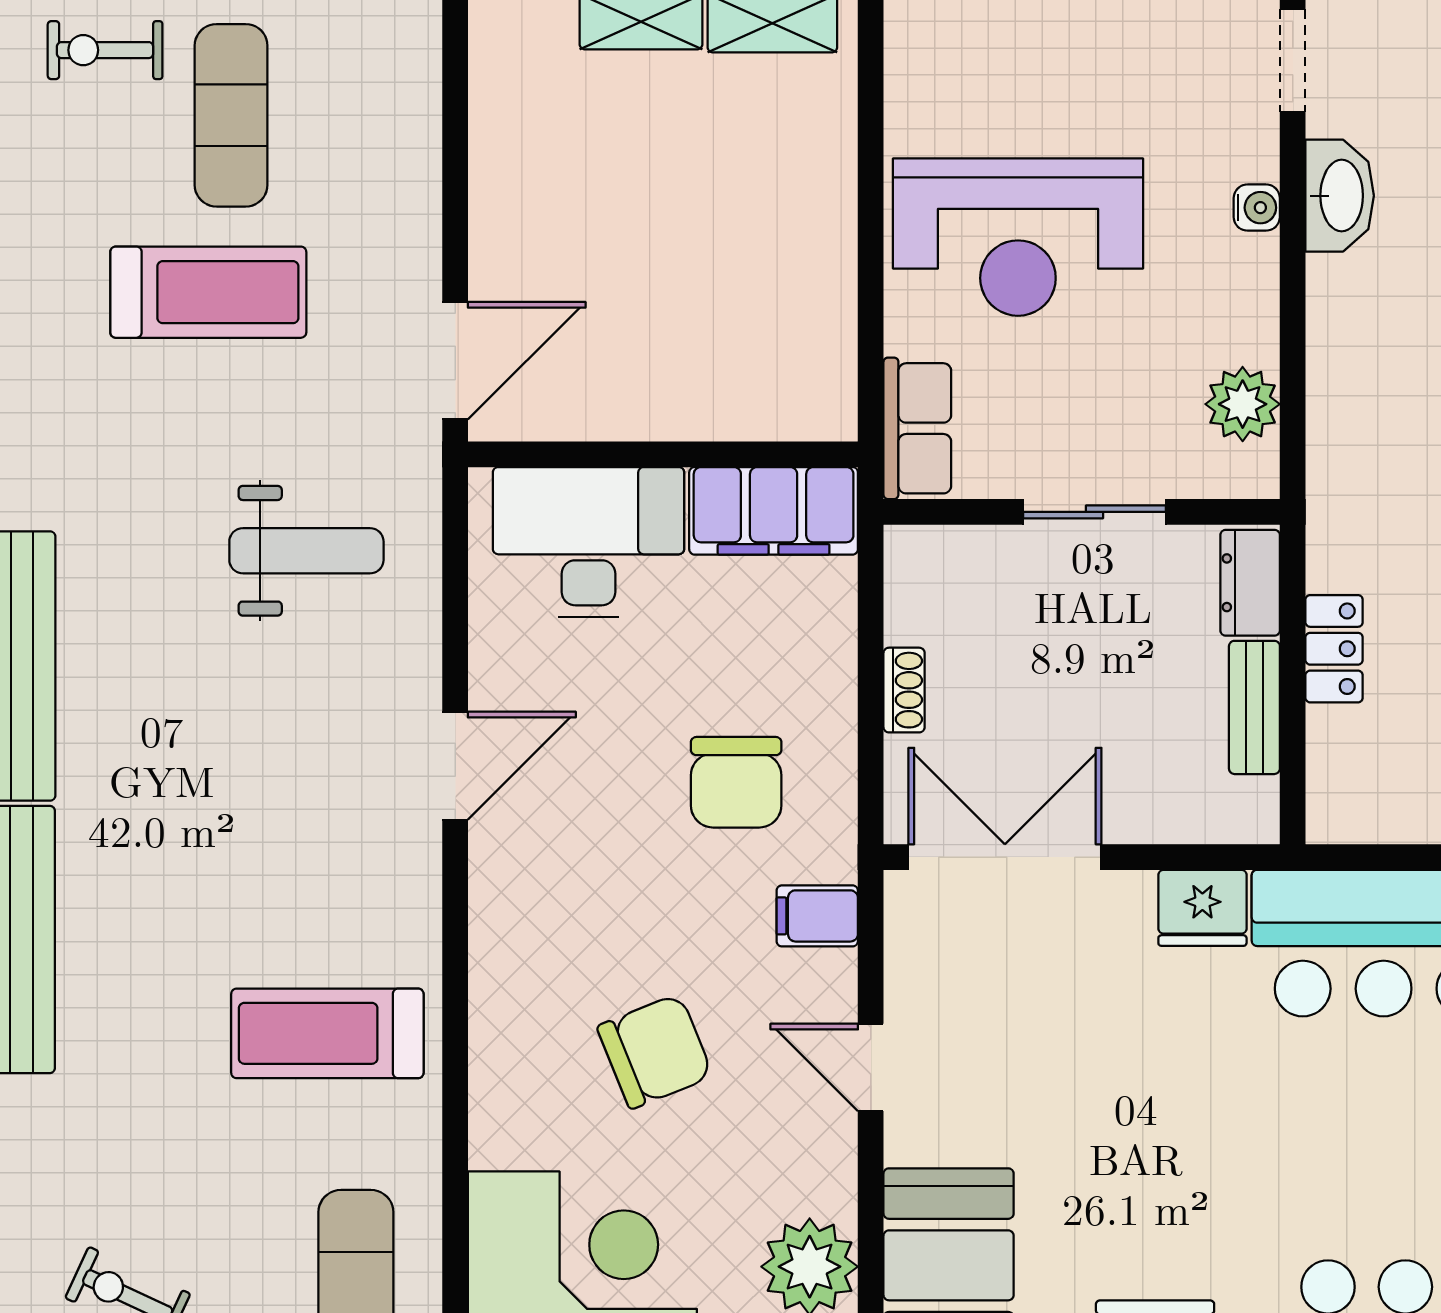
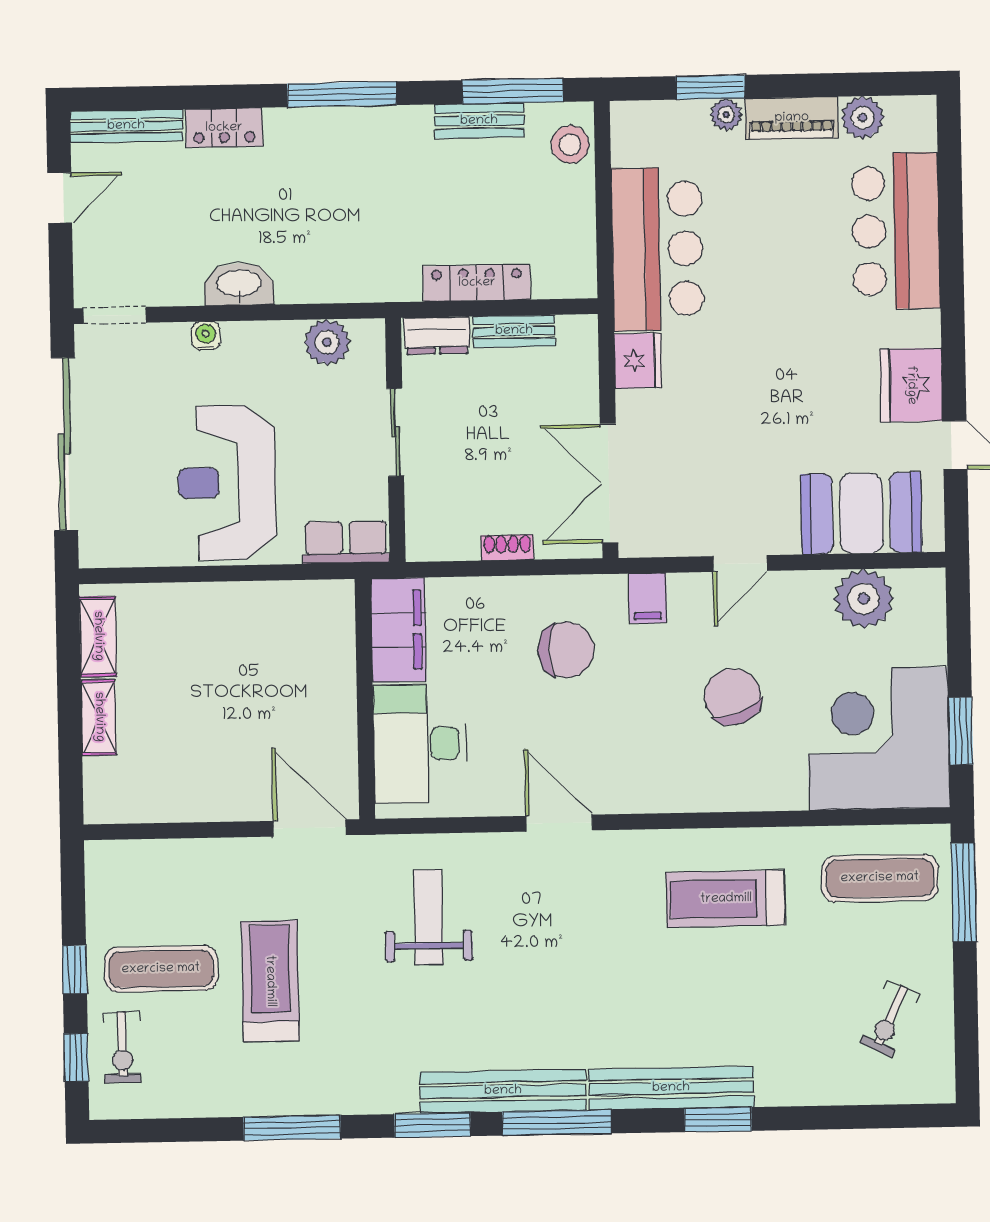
washbasin: (1340, 196) -> (239, 284), moved
reception desk: (1018, 237) -> (227, 483), turned 180
locker: (1334, 649) -> (477, 283), width x1.53
treadmill: (327, 1033) -> (726, 899), turned 90

